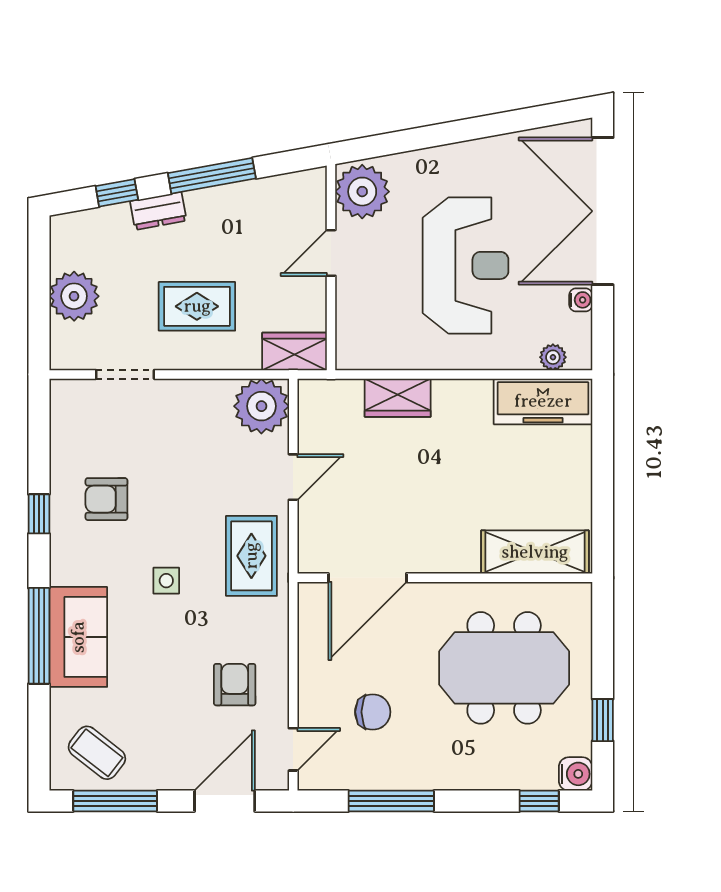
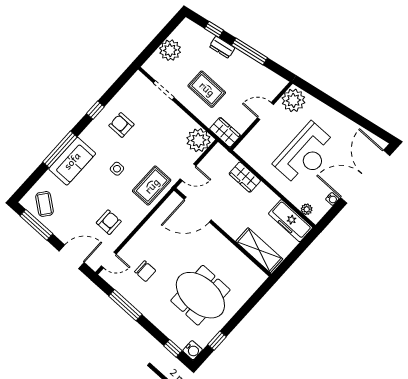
shelving: (535, 552) -> (259, 250), moved
door: (367, 578) -> (198, 210), moved
wall: (445, 578) -> (223, 232), moved

